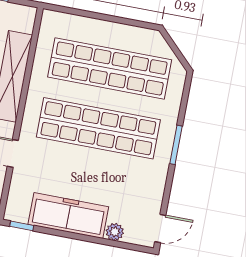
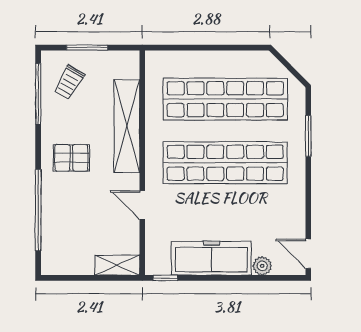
window: (176, 145) -> (308, 136), moved
door: (160, 229) -> (308, 254), swing flipped

